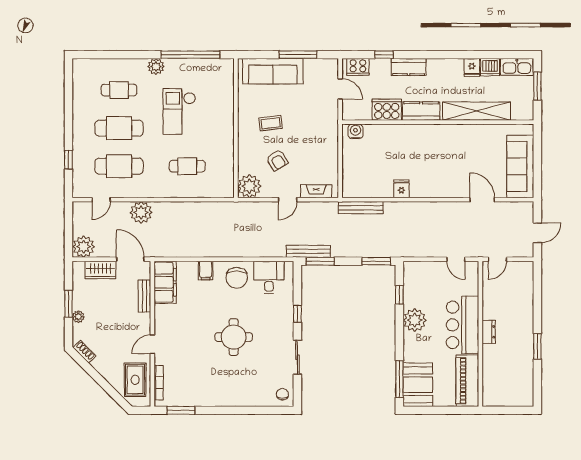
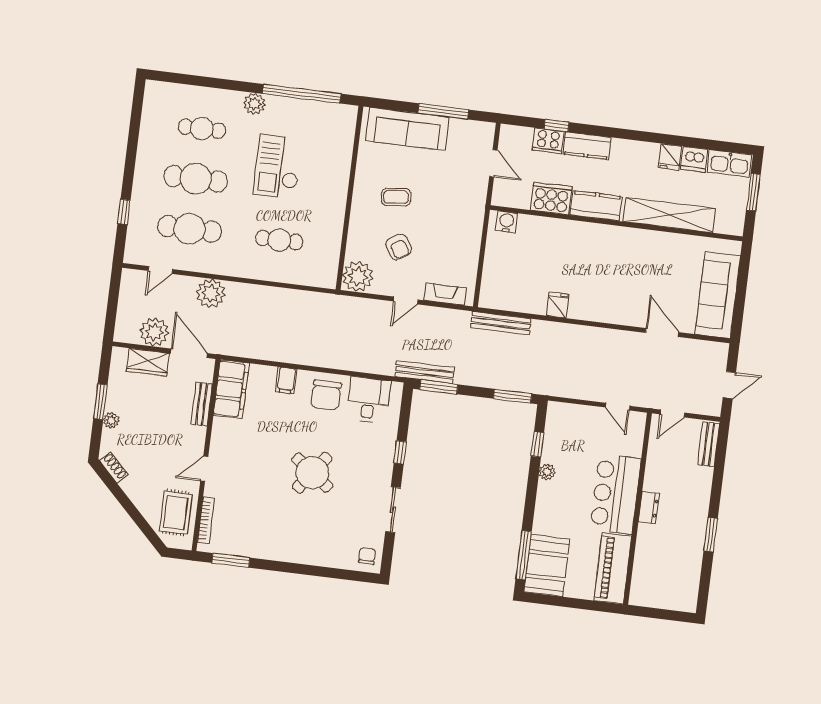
cooker: (358, 67) -> (548, 141), moved
plant: (84, 247) -> (154, 332), moved
bench: (527, 279) -> (709, 444), added
plant: (415, 320) -> (547, 472), width x0.53, depth x0.53
round table: (234, 337) -> (312, 473), turned 36

